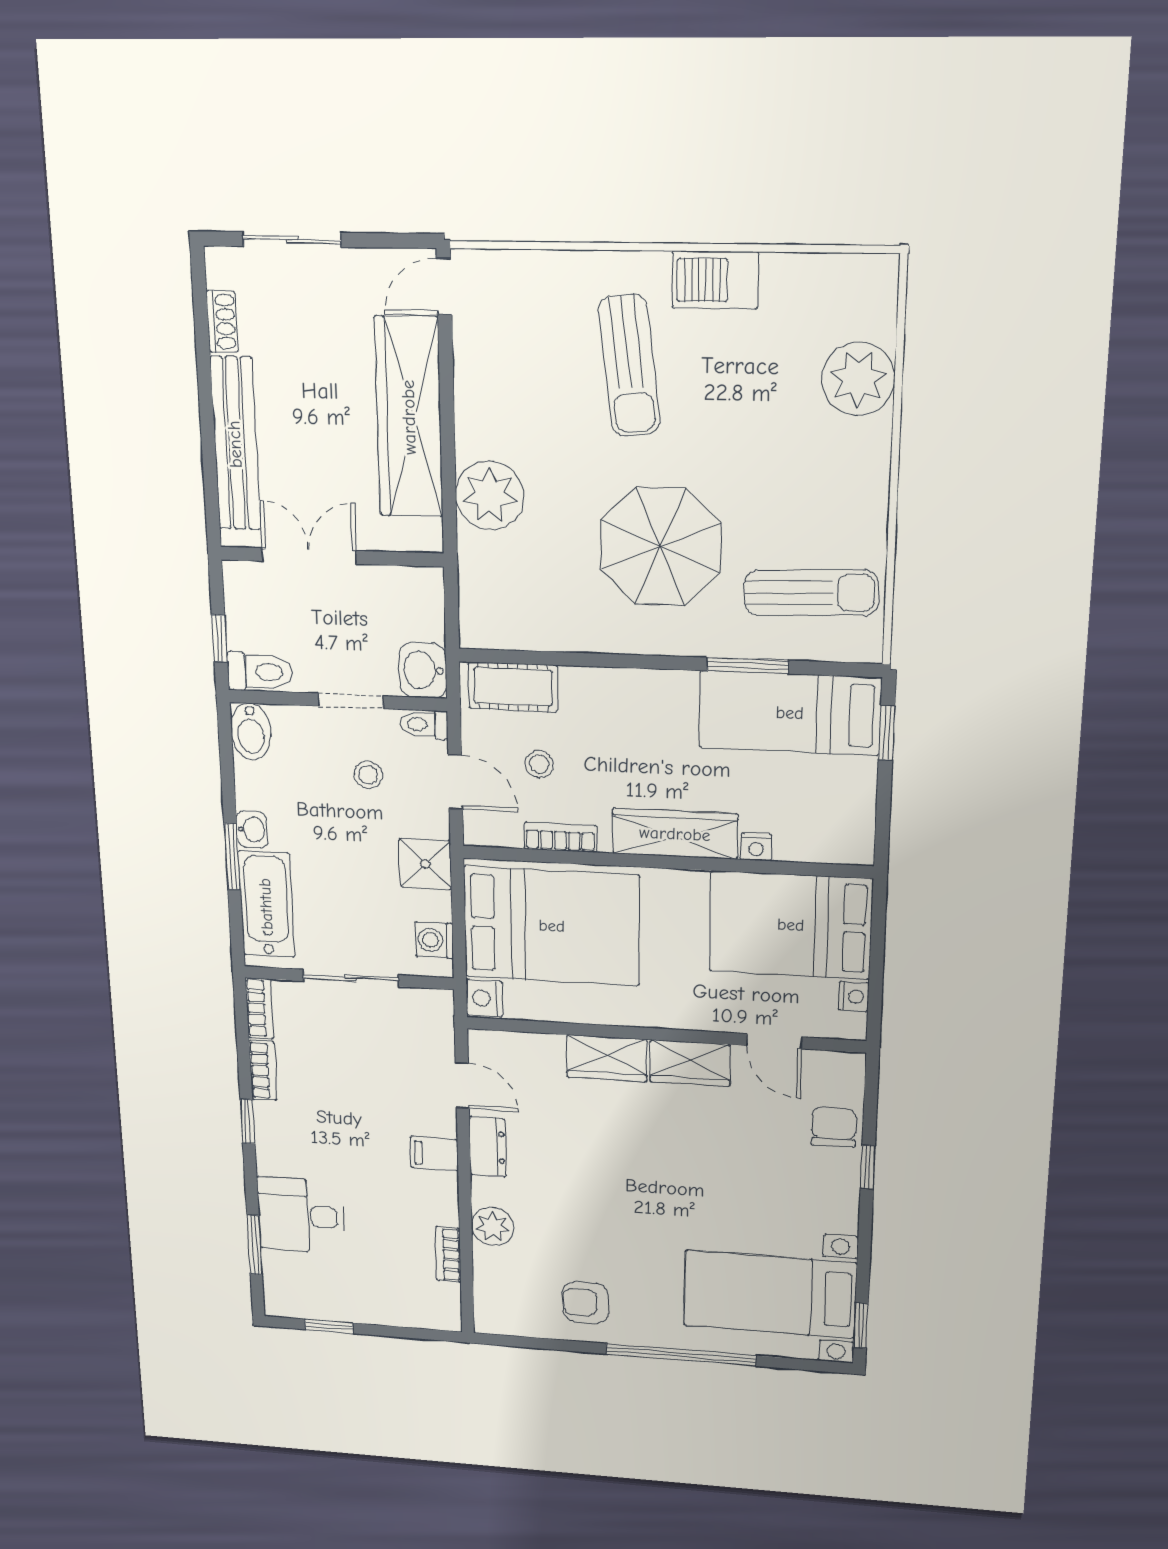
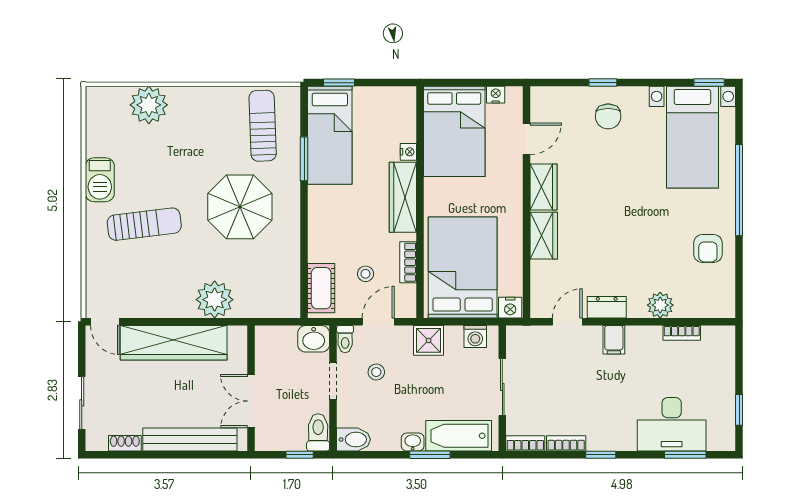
chair: (834, 1127) -> (608, 116), moved, turned -90
desk: (301, 1215) -> (672, 424), width x1.37

